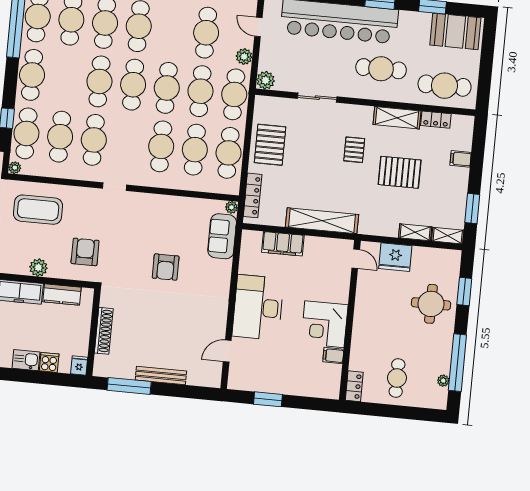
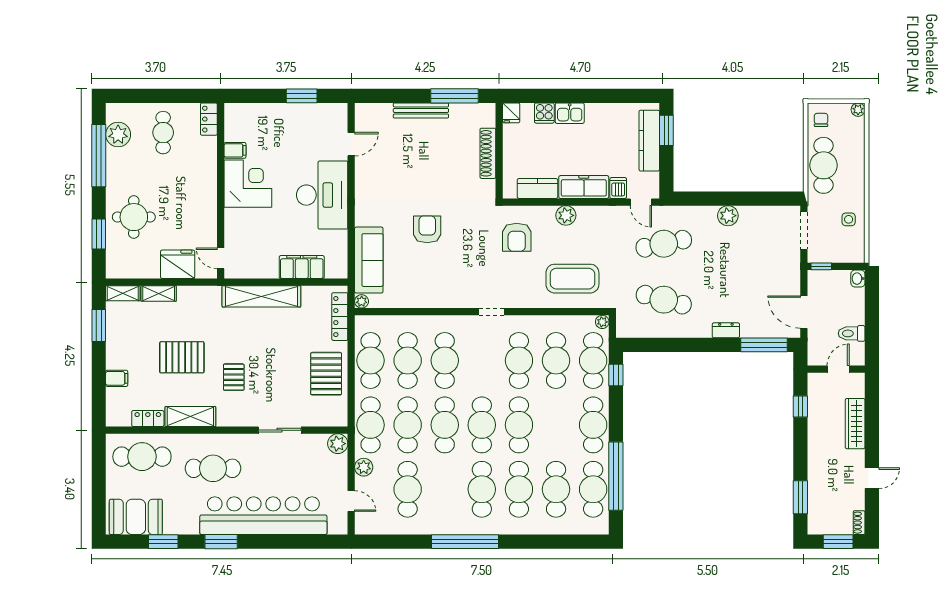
sofa: (222, 236) -> (369, 260), width x1.36
plant: (443, 381) -> (118, 134), width x1.87, depth x1.87

